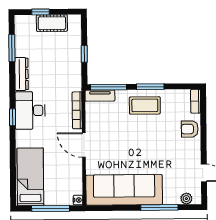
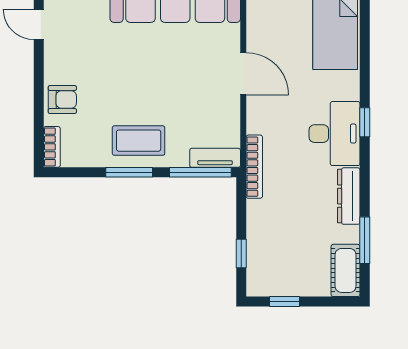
window: (41, 12) -> (285, 302), moved
cot: (52, 23) -> (346, 270), moved, turned 90
window: (84, 54) -> (241, 254), moved
bookcase: (77, 110) -> (254, 167), moved

